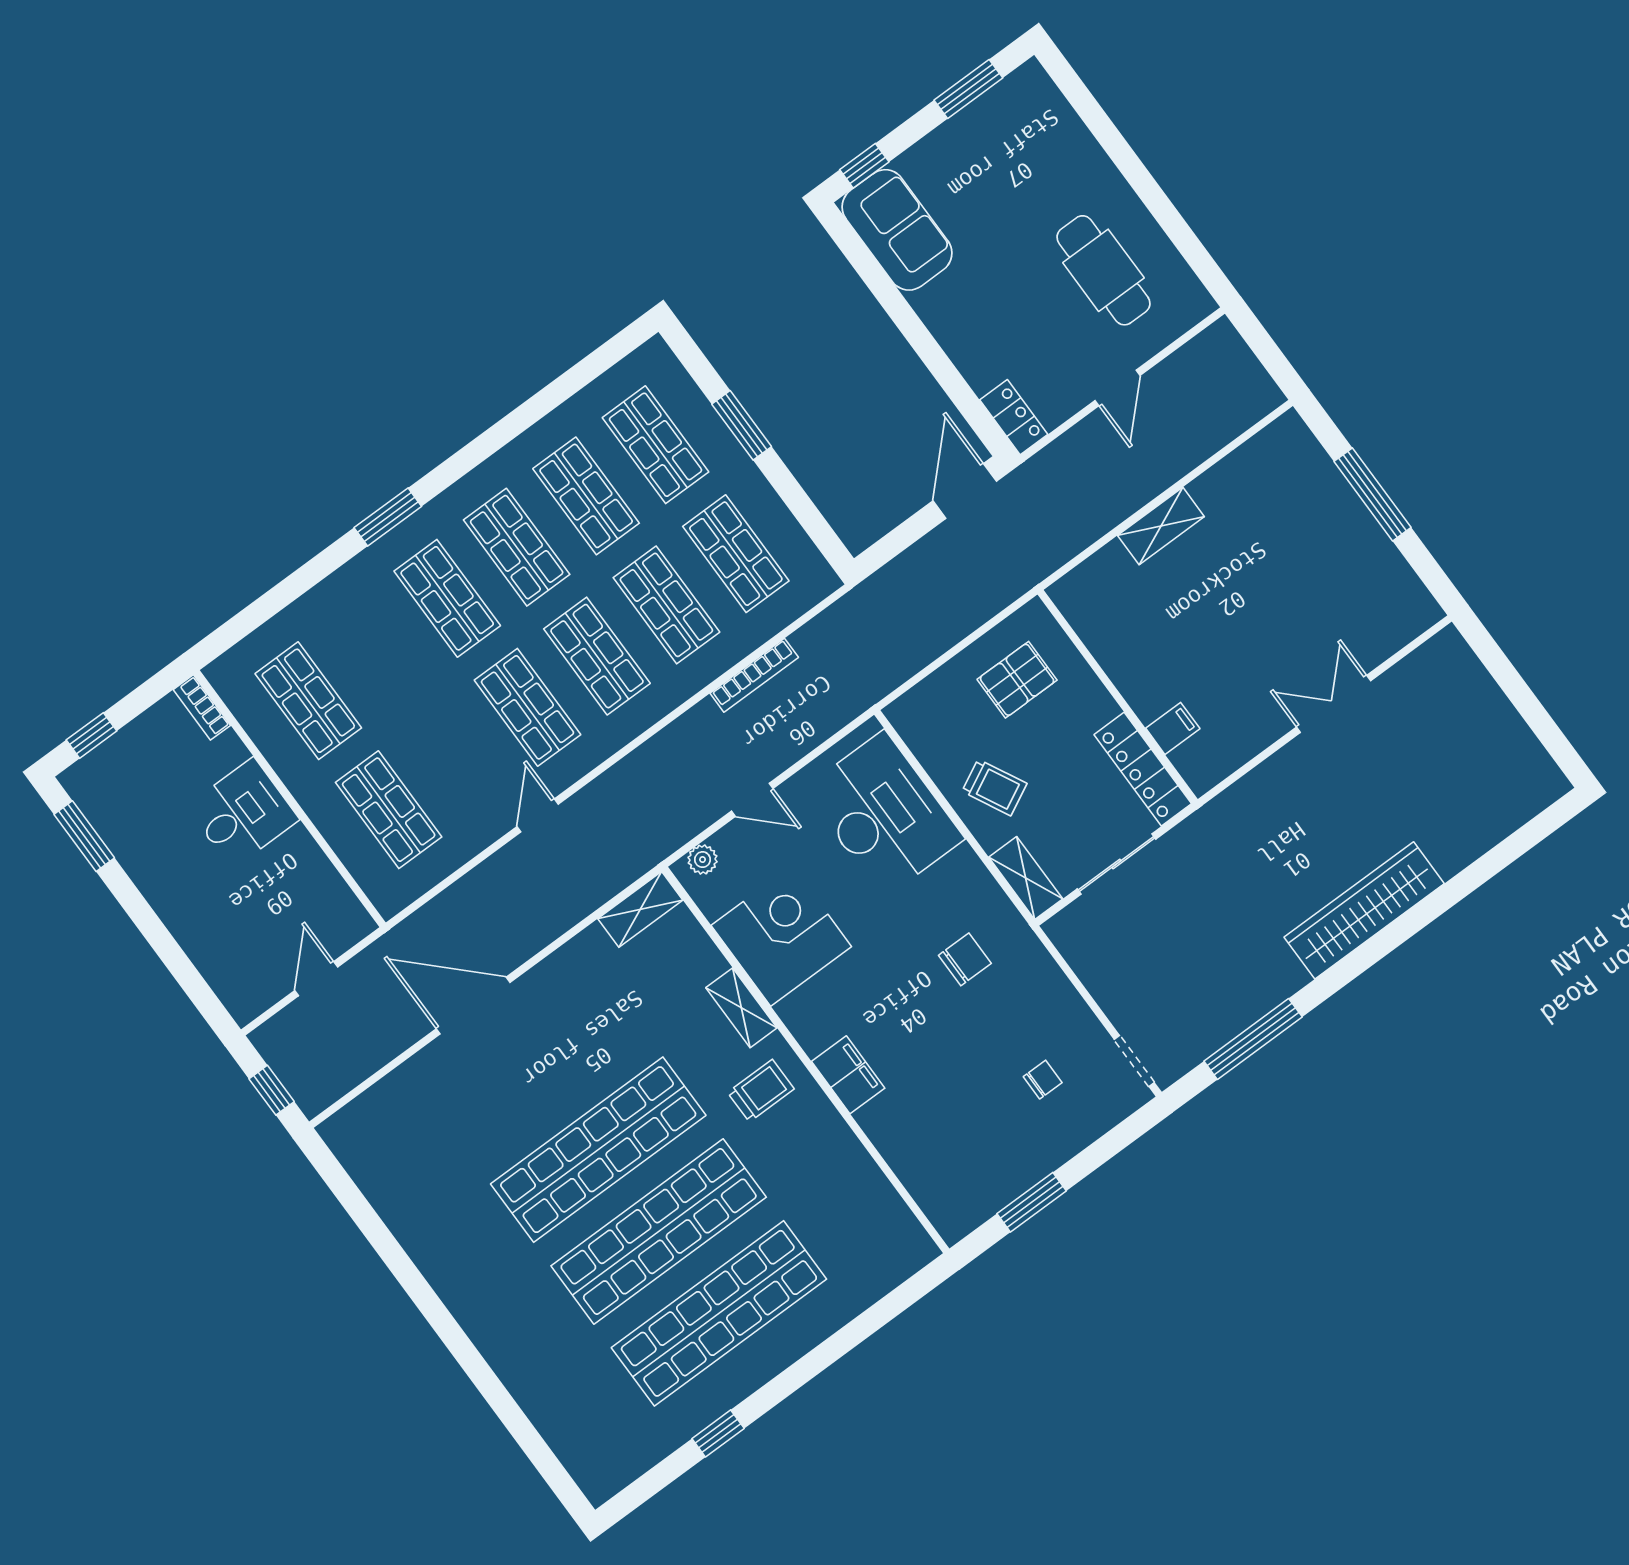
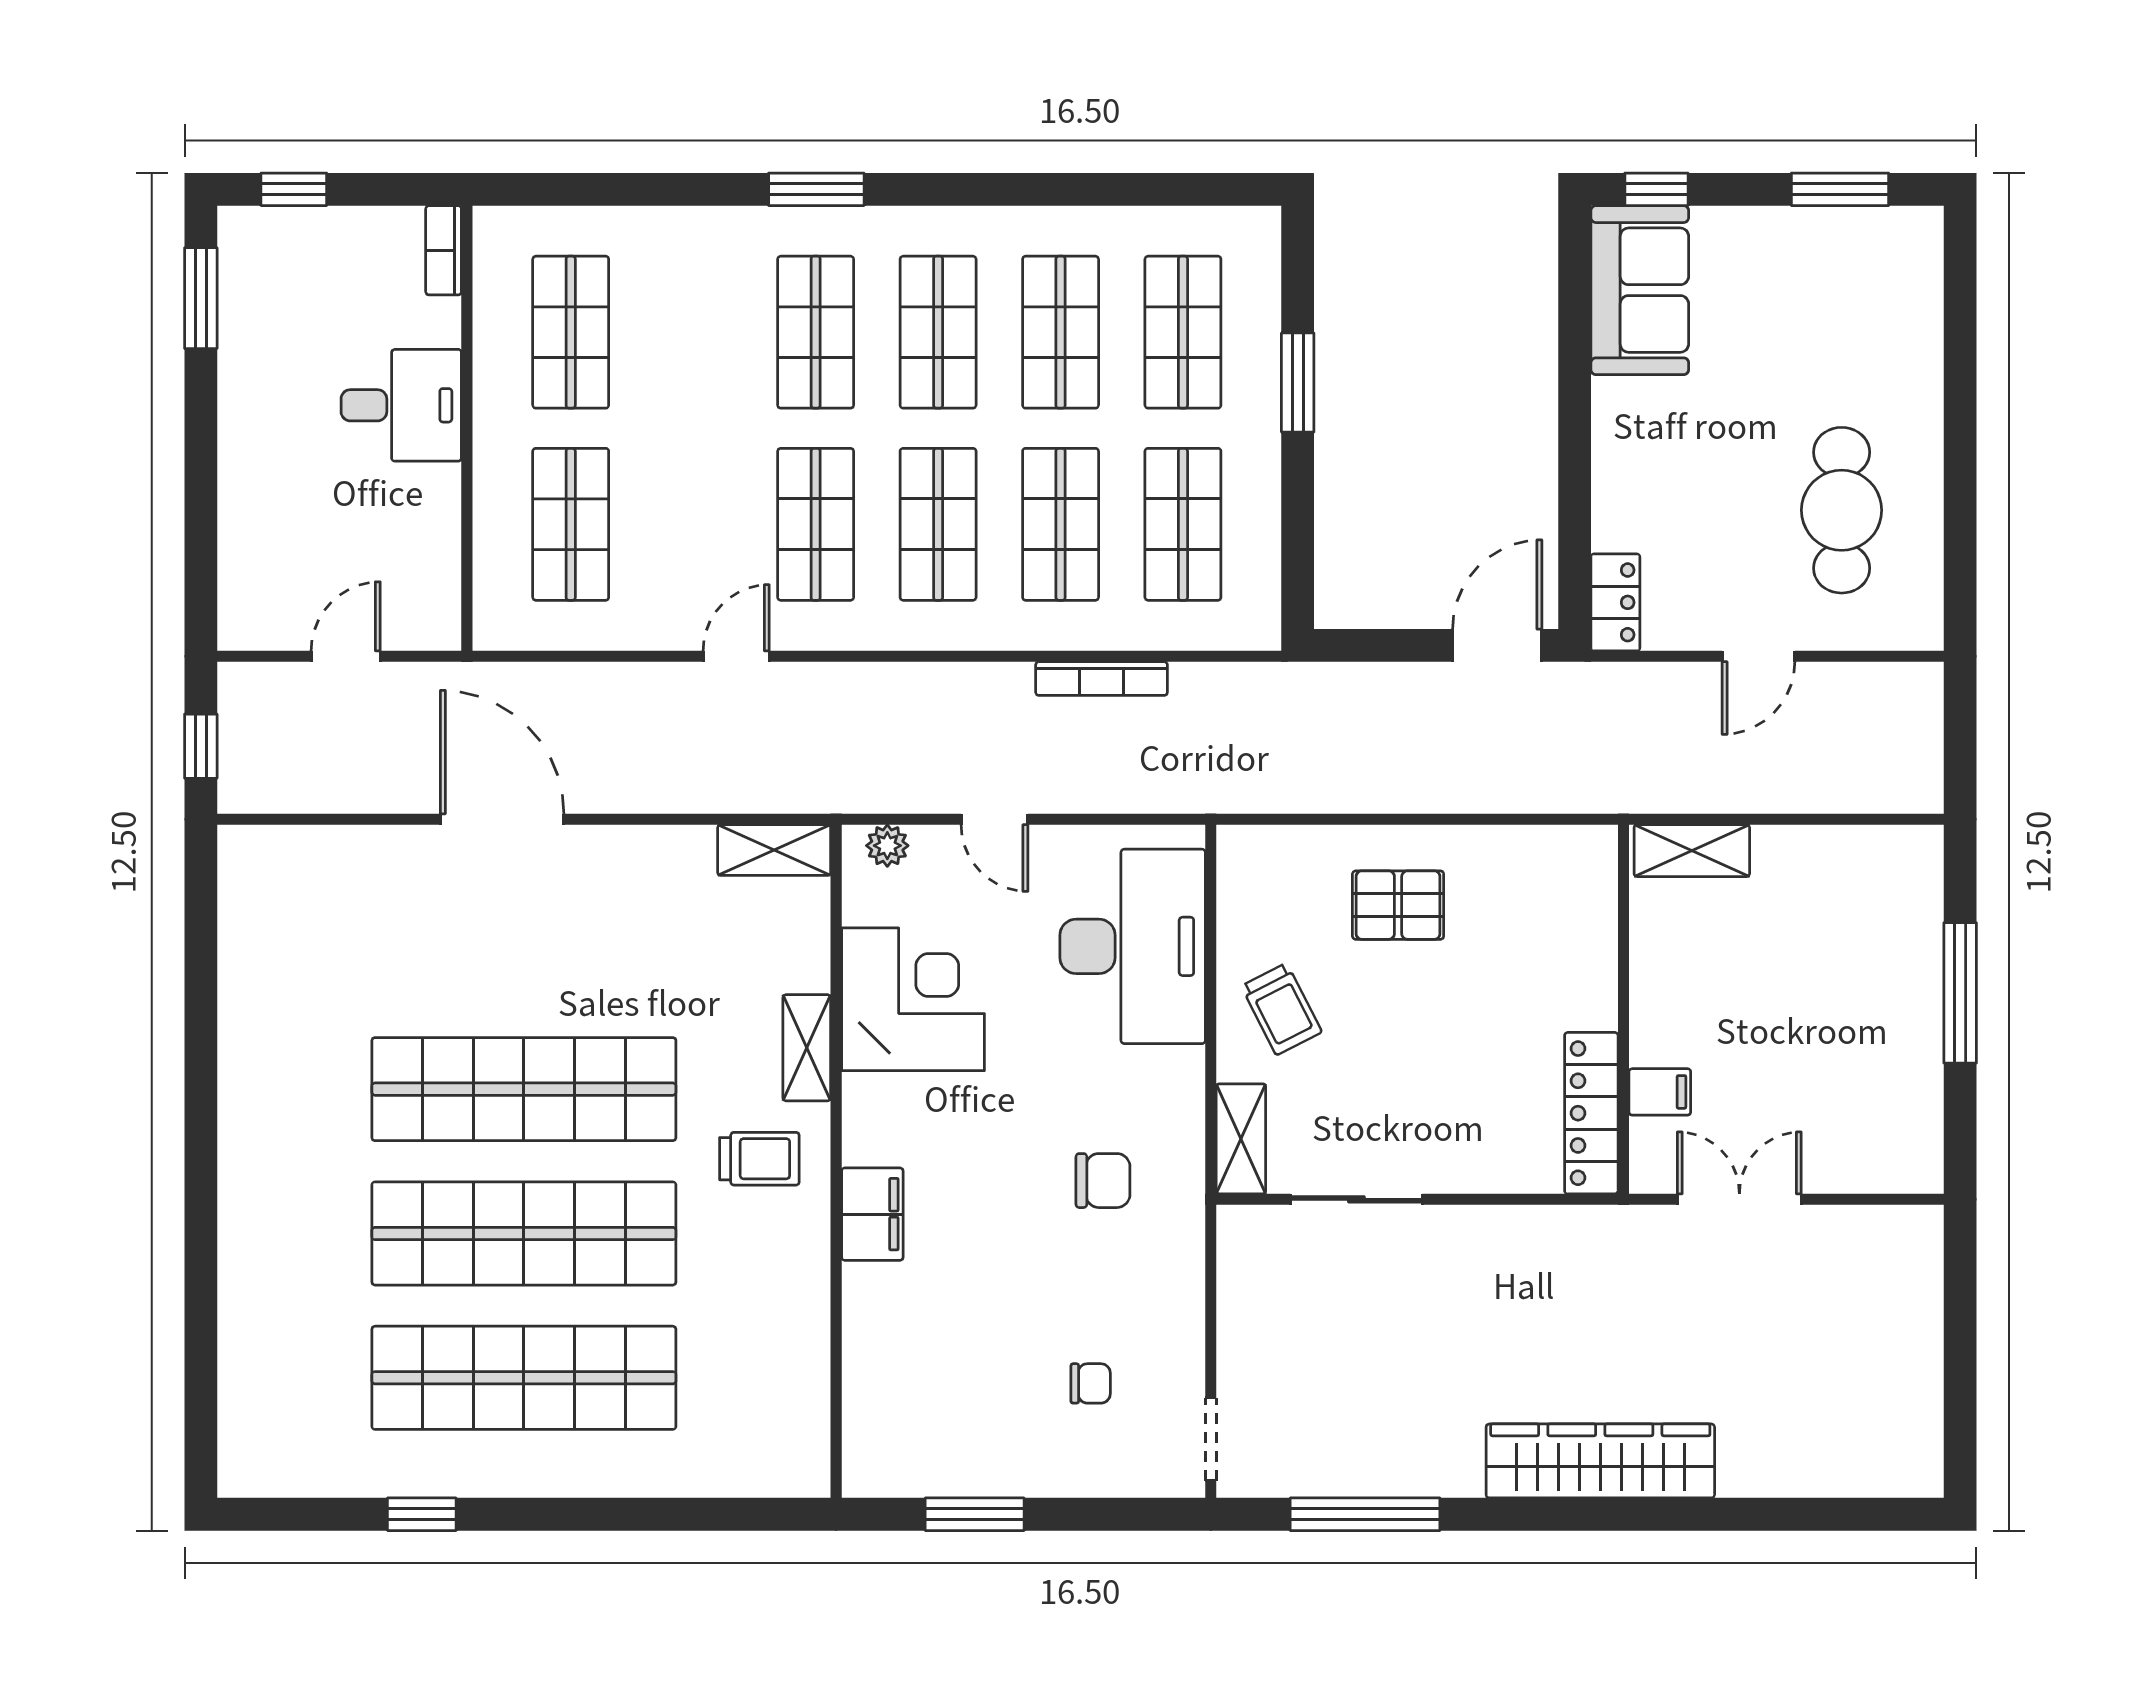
wall: (1118, 697) -> (1623, 1009), moved
filing cabinet: (1173, 728) -> (1660, 1092), moved
locker: (1143, 769) -> (1591, 1113), moved

